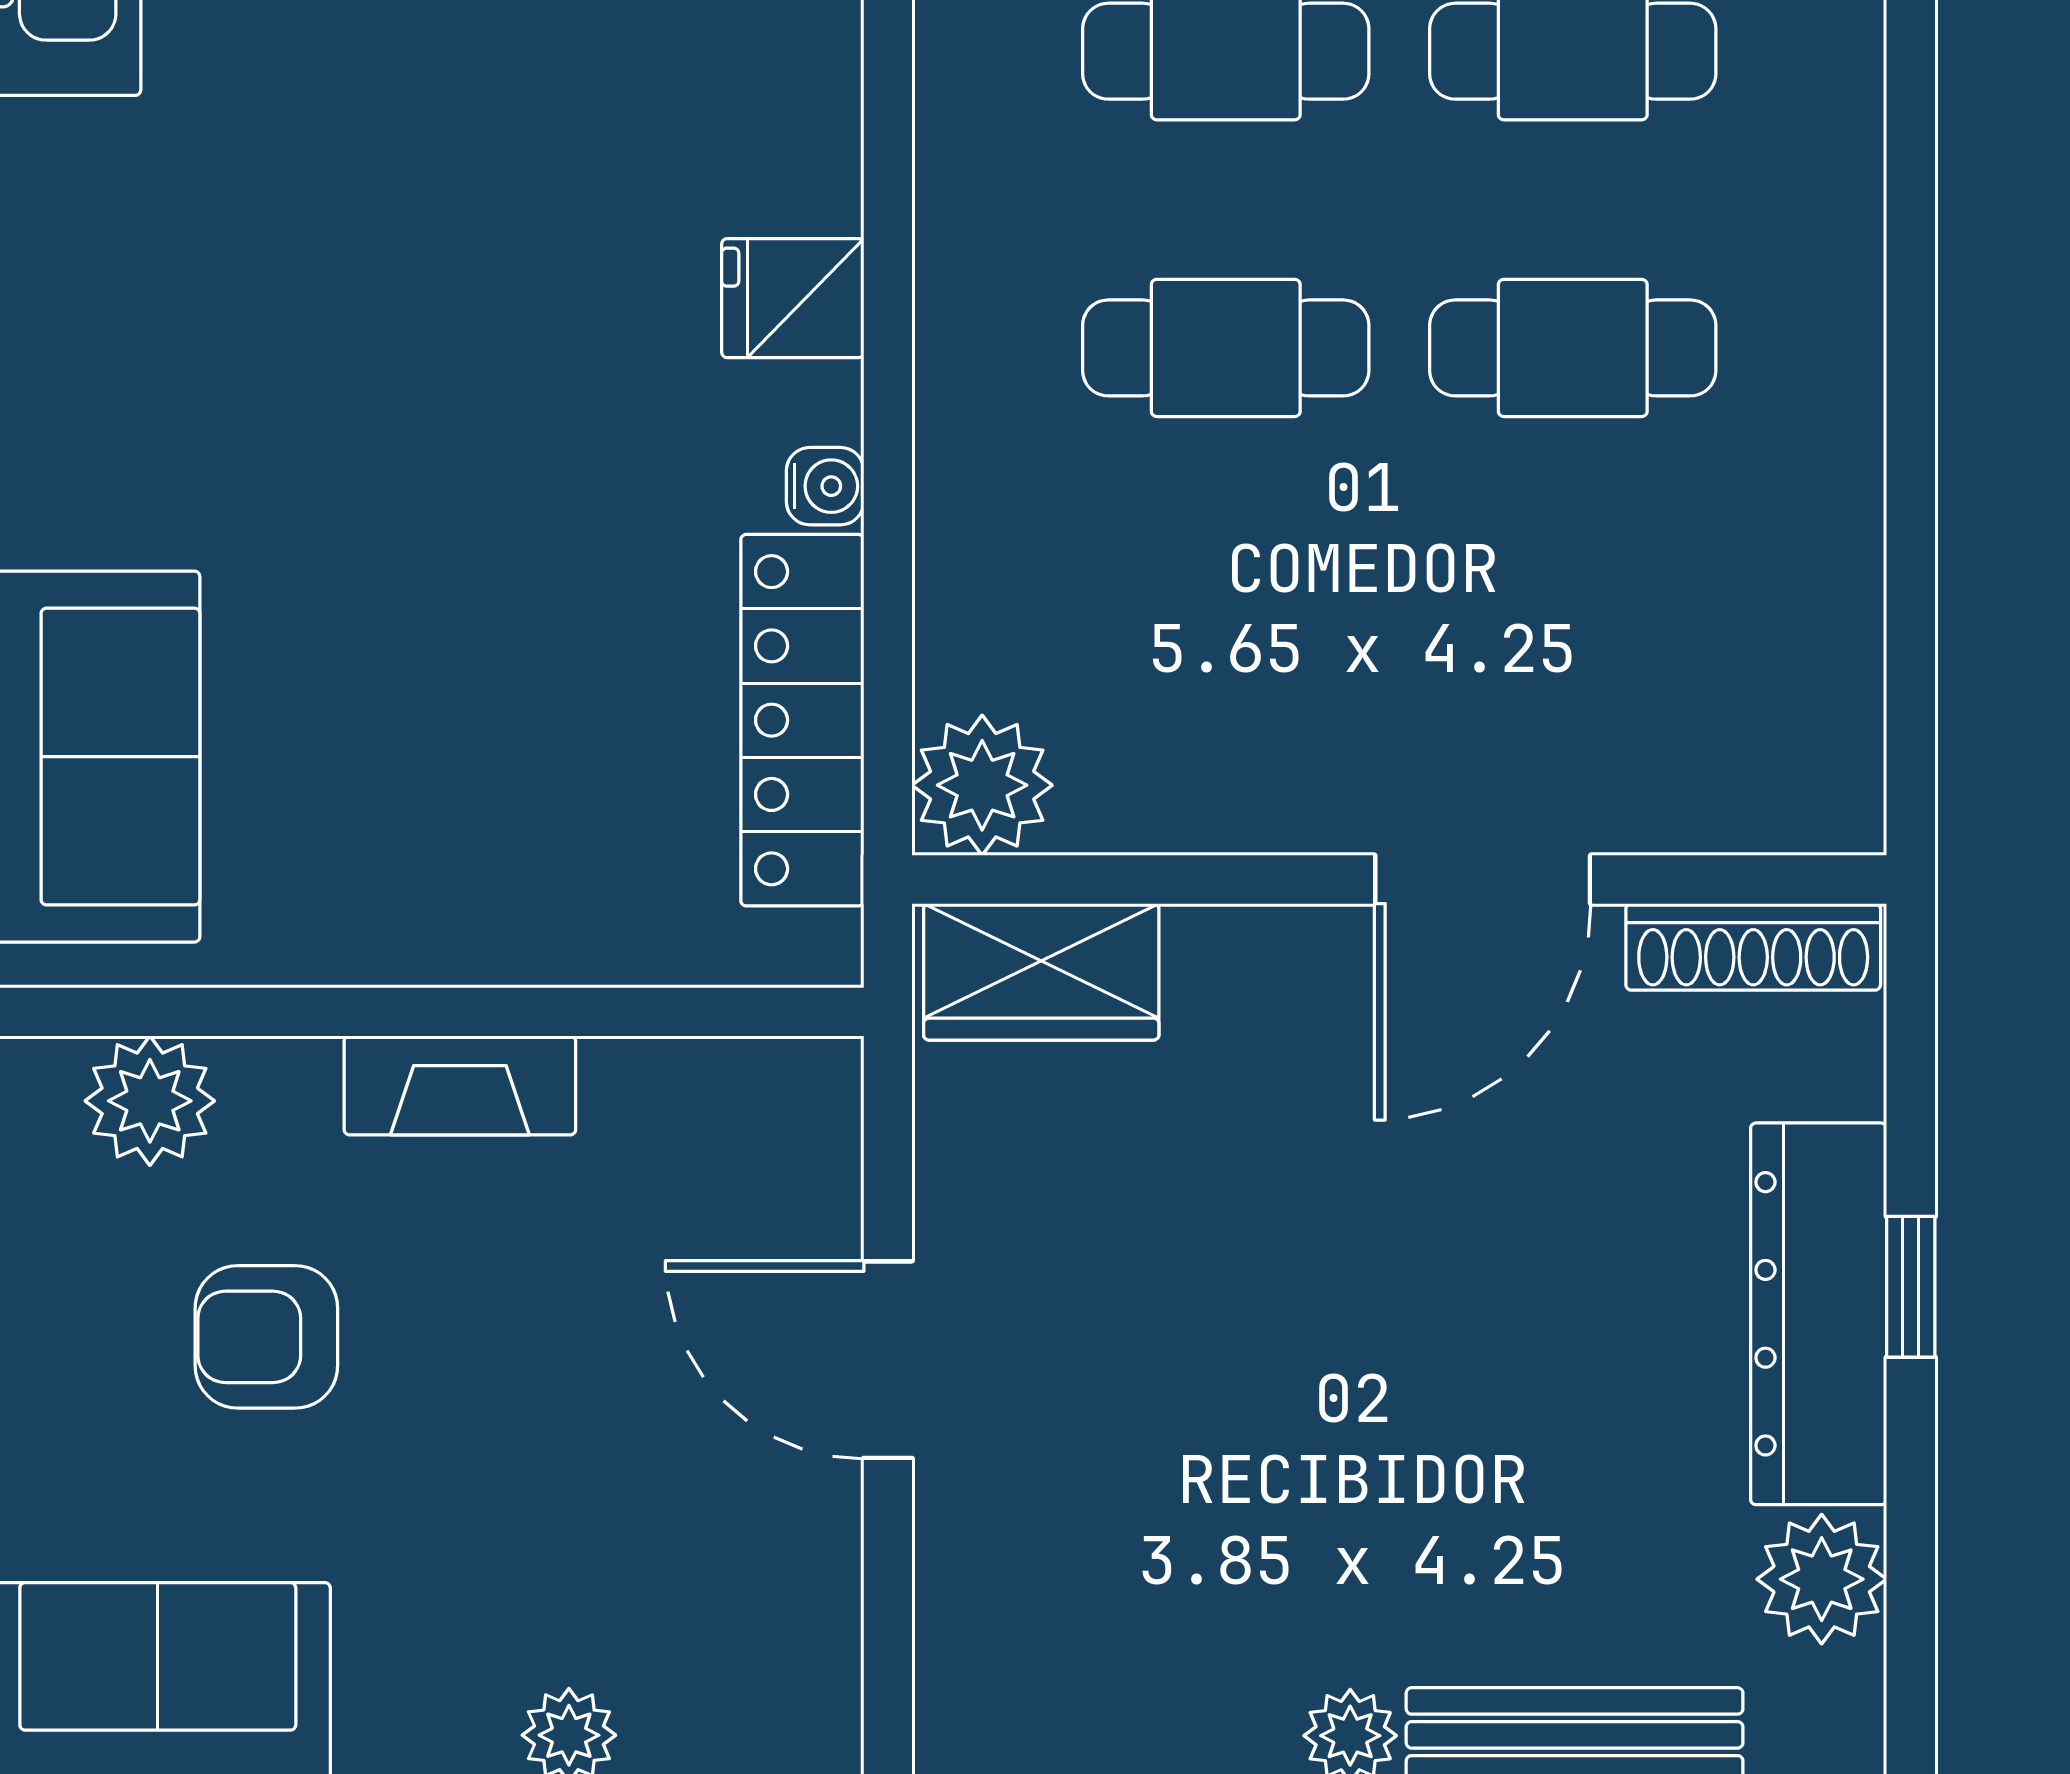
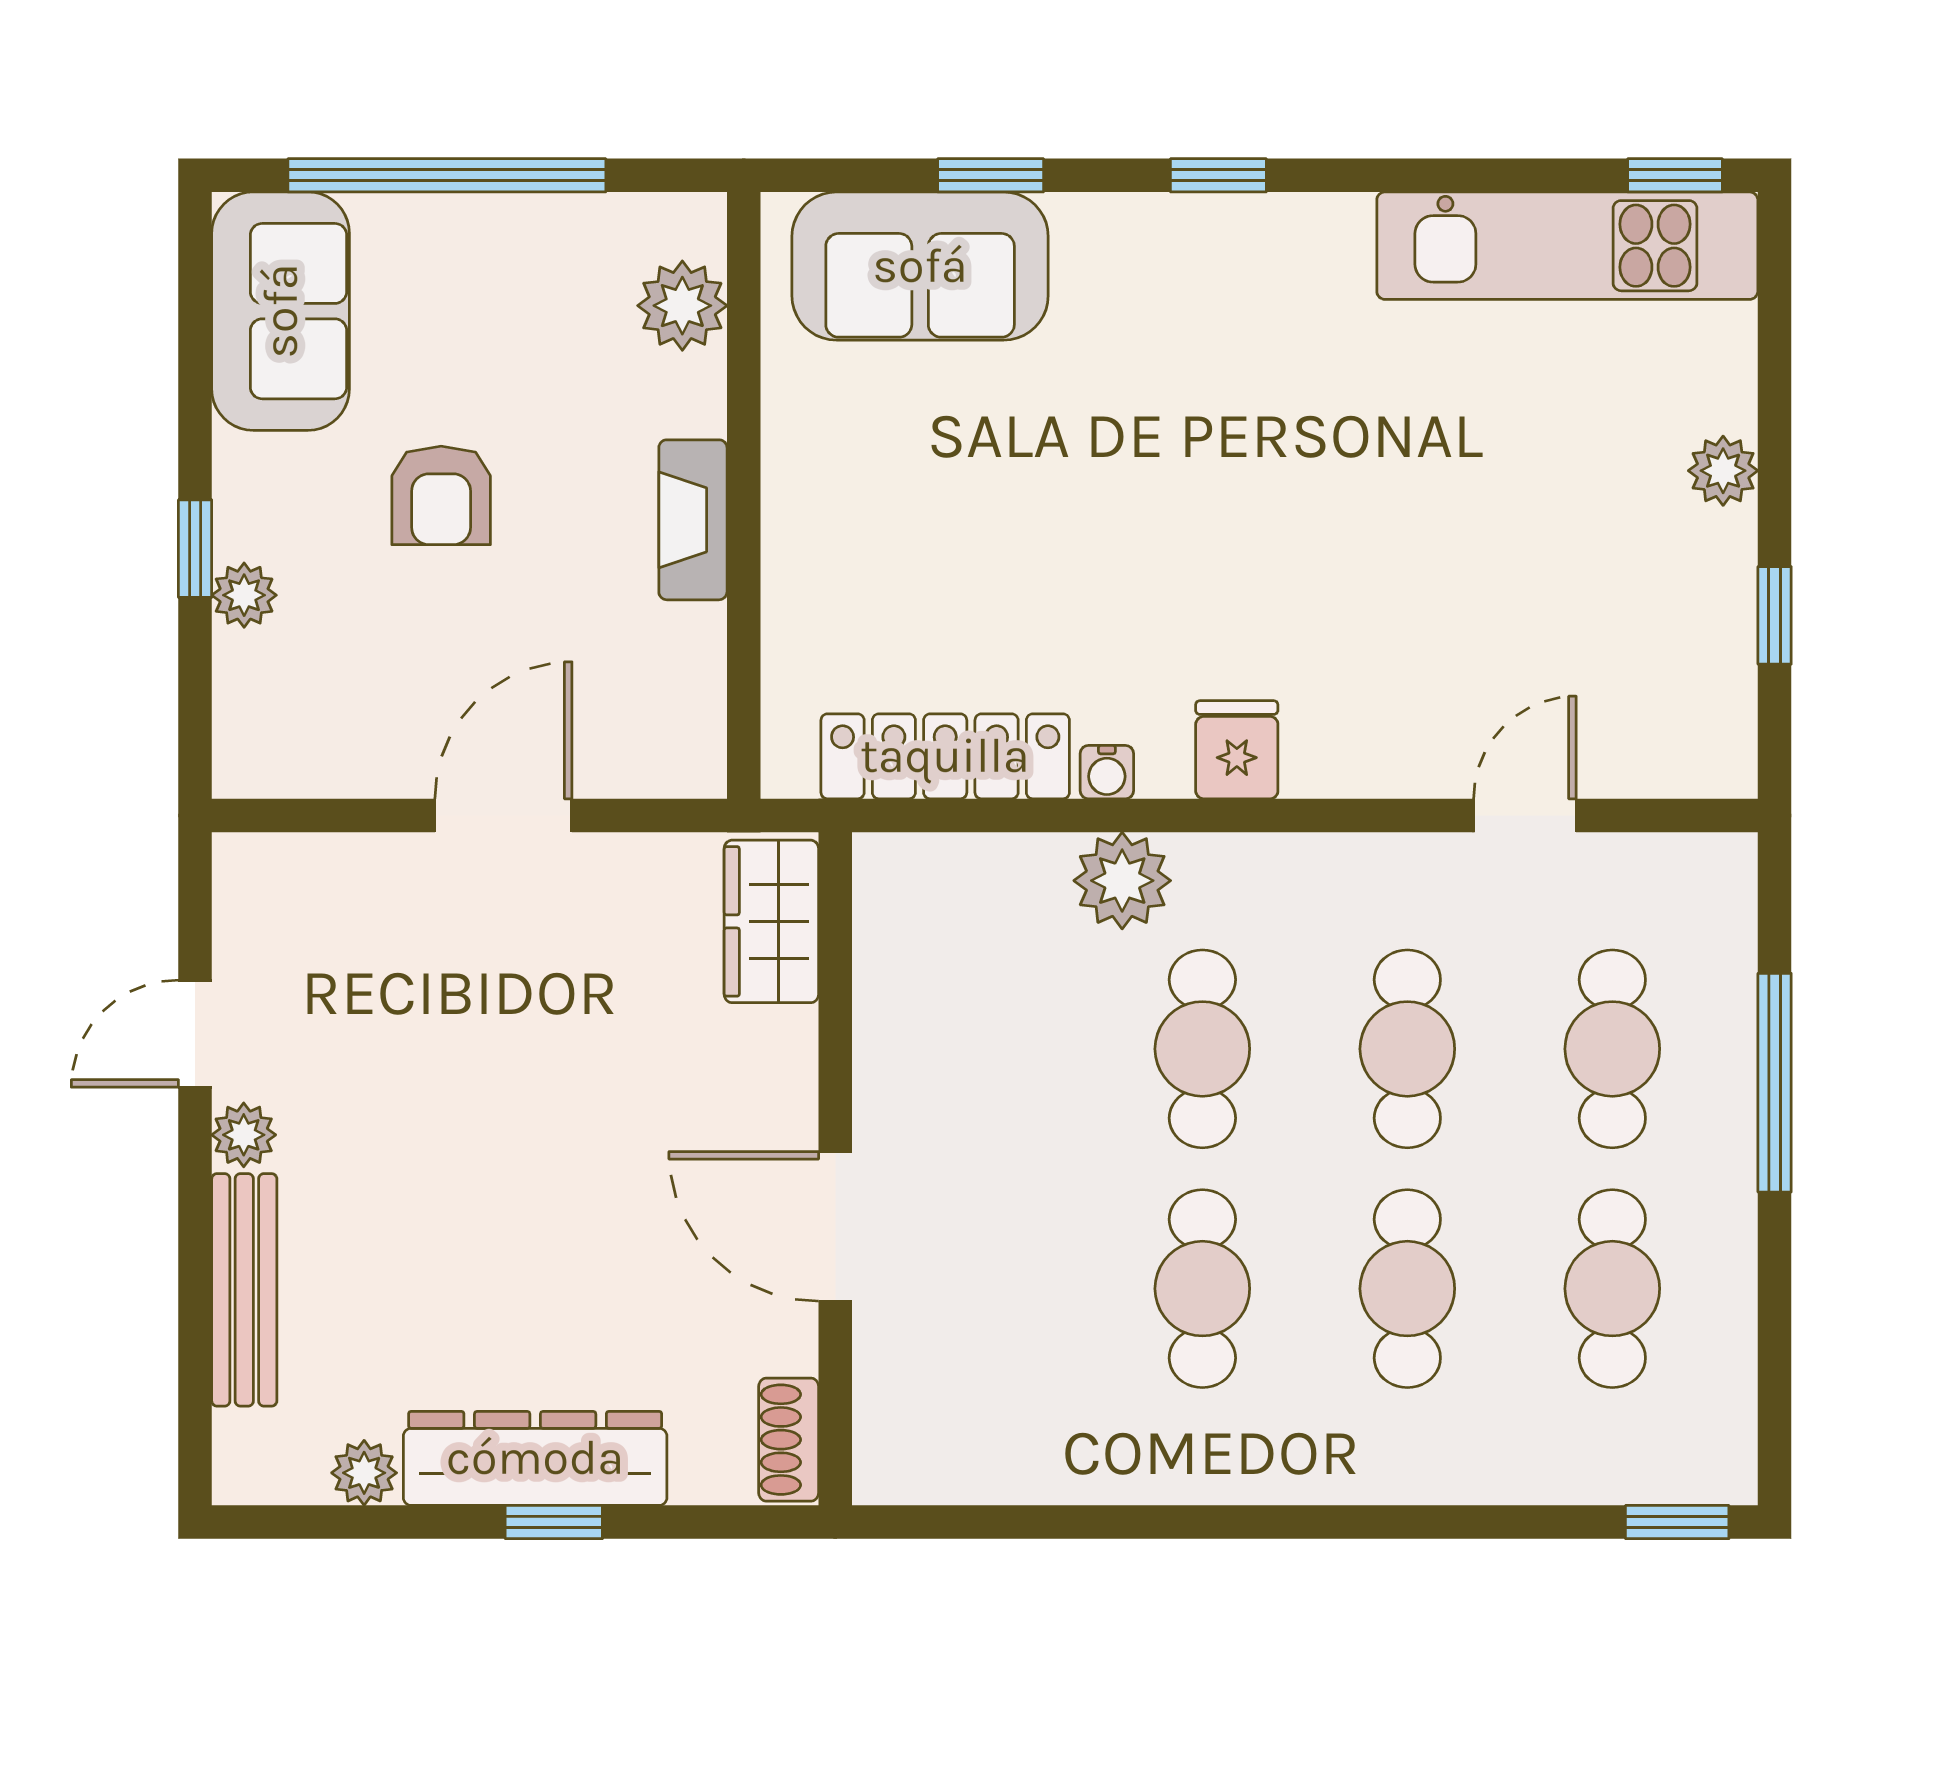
plant: (982, 785) -> (1122, 881), moved
shoe rack: (1753, 947) -> (789, 1440), width x0.70
armchair: (266, 1337) -> (441, 495), moved, turned 180
plant: (1822, 1579) -> (364, 1473), width x0.73, depth x0.73

